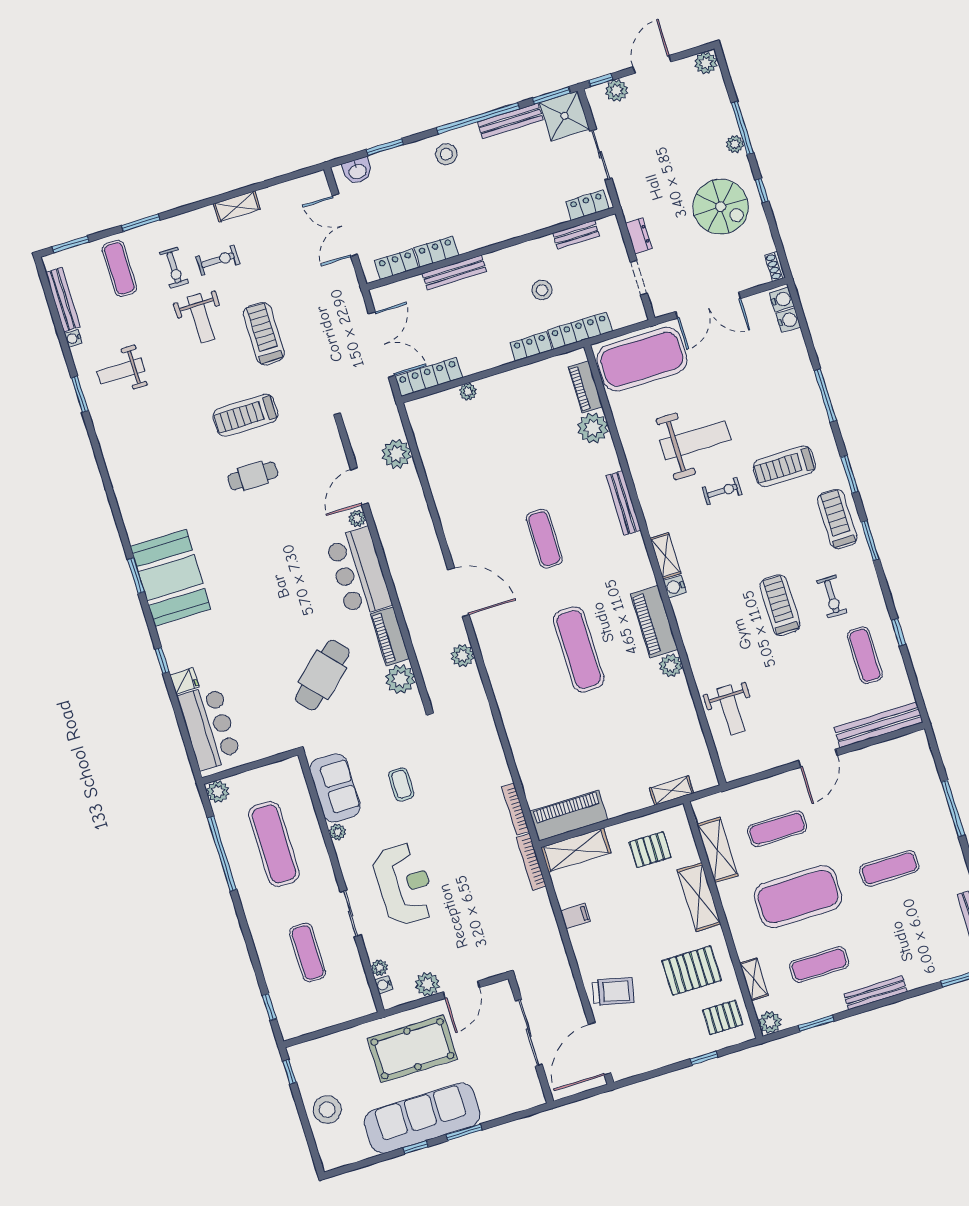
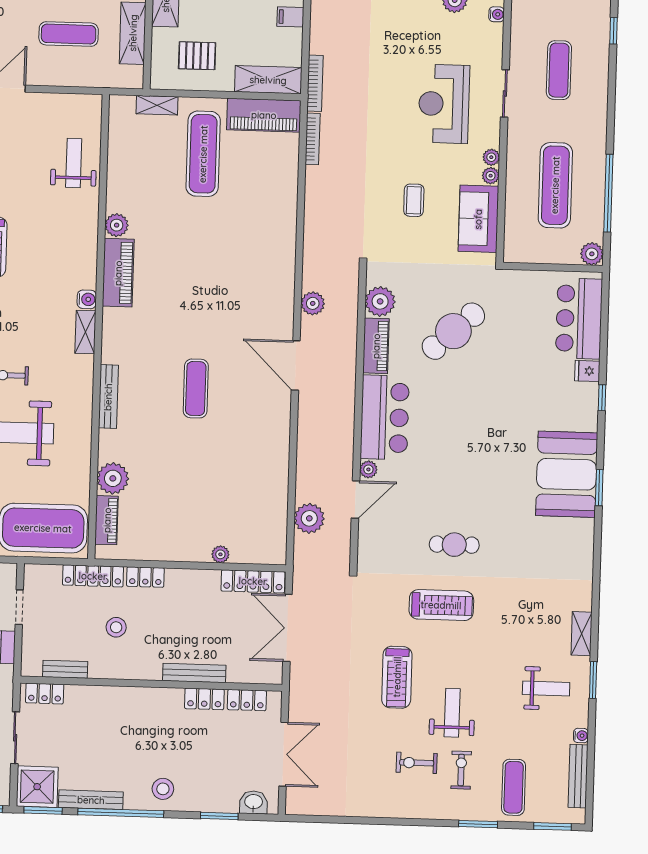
shelving: (237, 206) -> (582, 634), moved, turned 90
exercise mat: (579, 649) -> (203, 154), moved
plant: (379, 968) -> (491, 157), moved

